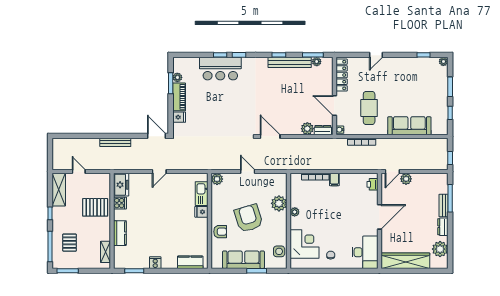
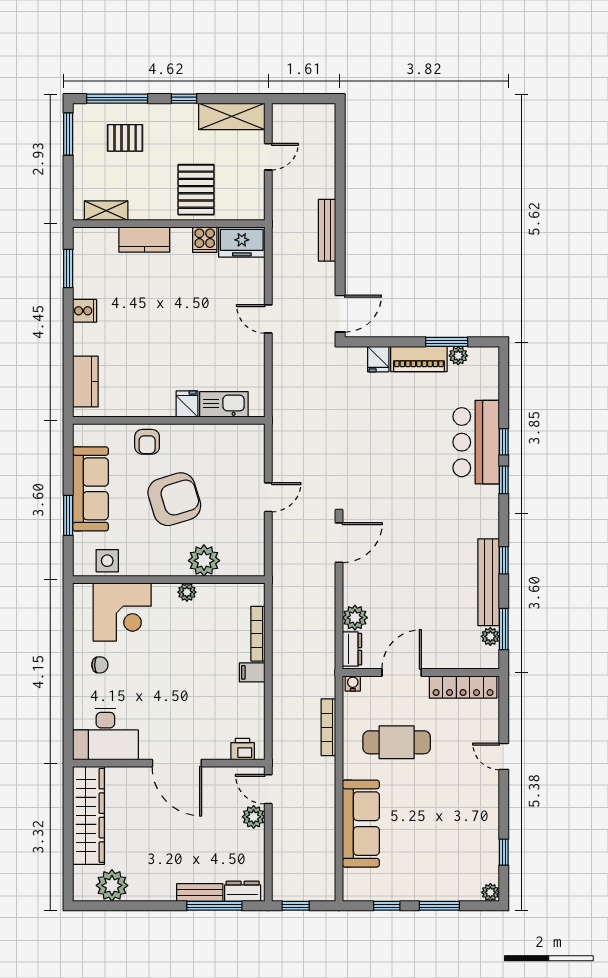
plant: (217, 179) -> (253, 435), removed
dresser: (443, 227) -> (243, 891), moved

